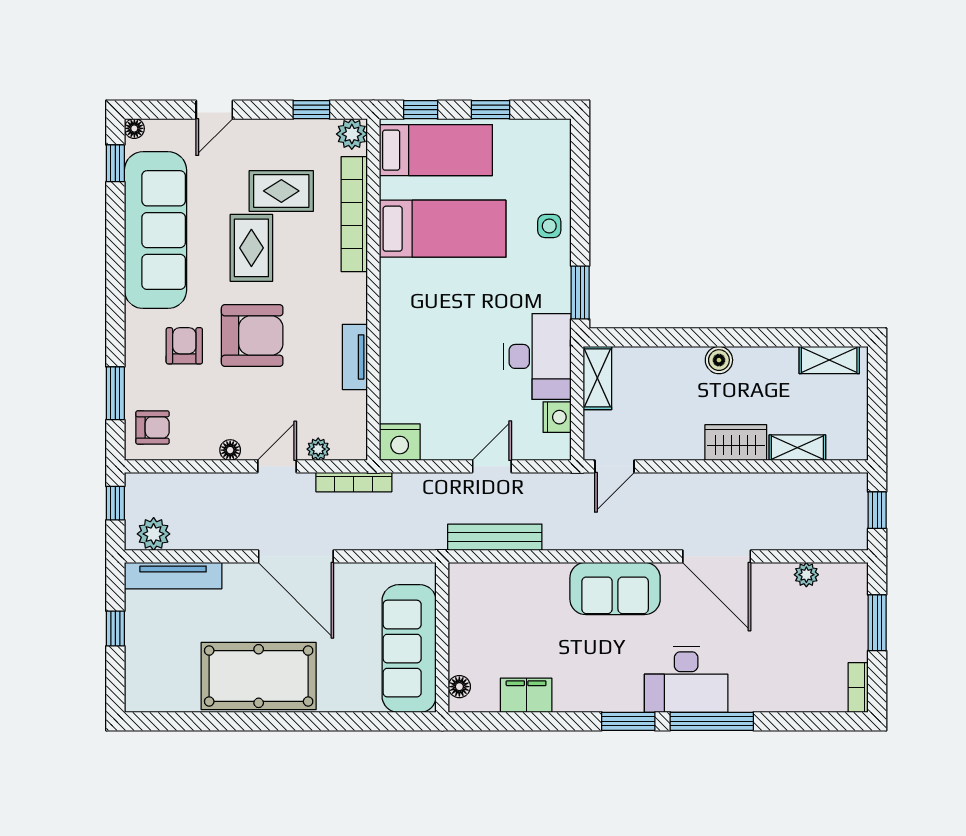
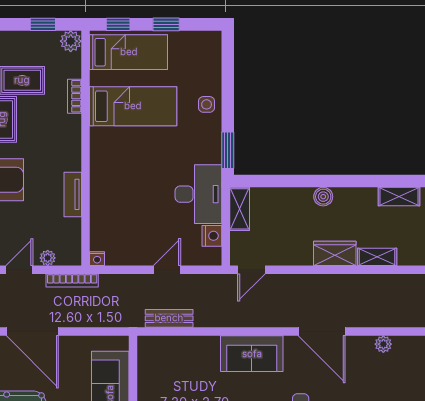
bookcase: (354, 214) -> (75, 96), width x0.43, depth x0.76
nightstand: (400, 442) -> (97, 259), width x0.53, depth x0.56
bench: (495, 537) -> (169, 318), width x0.73

